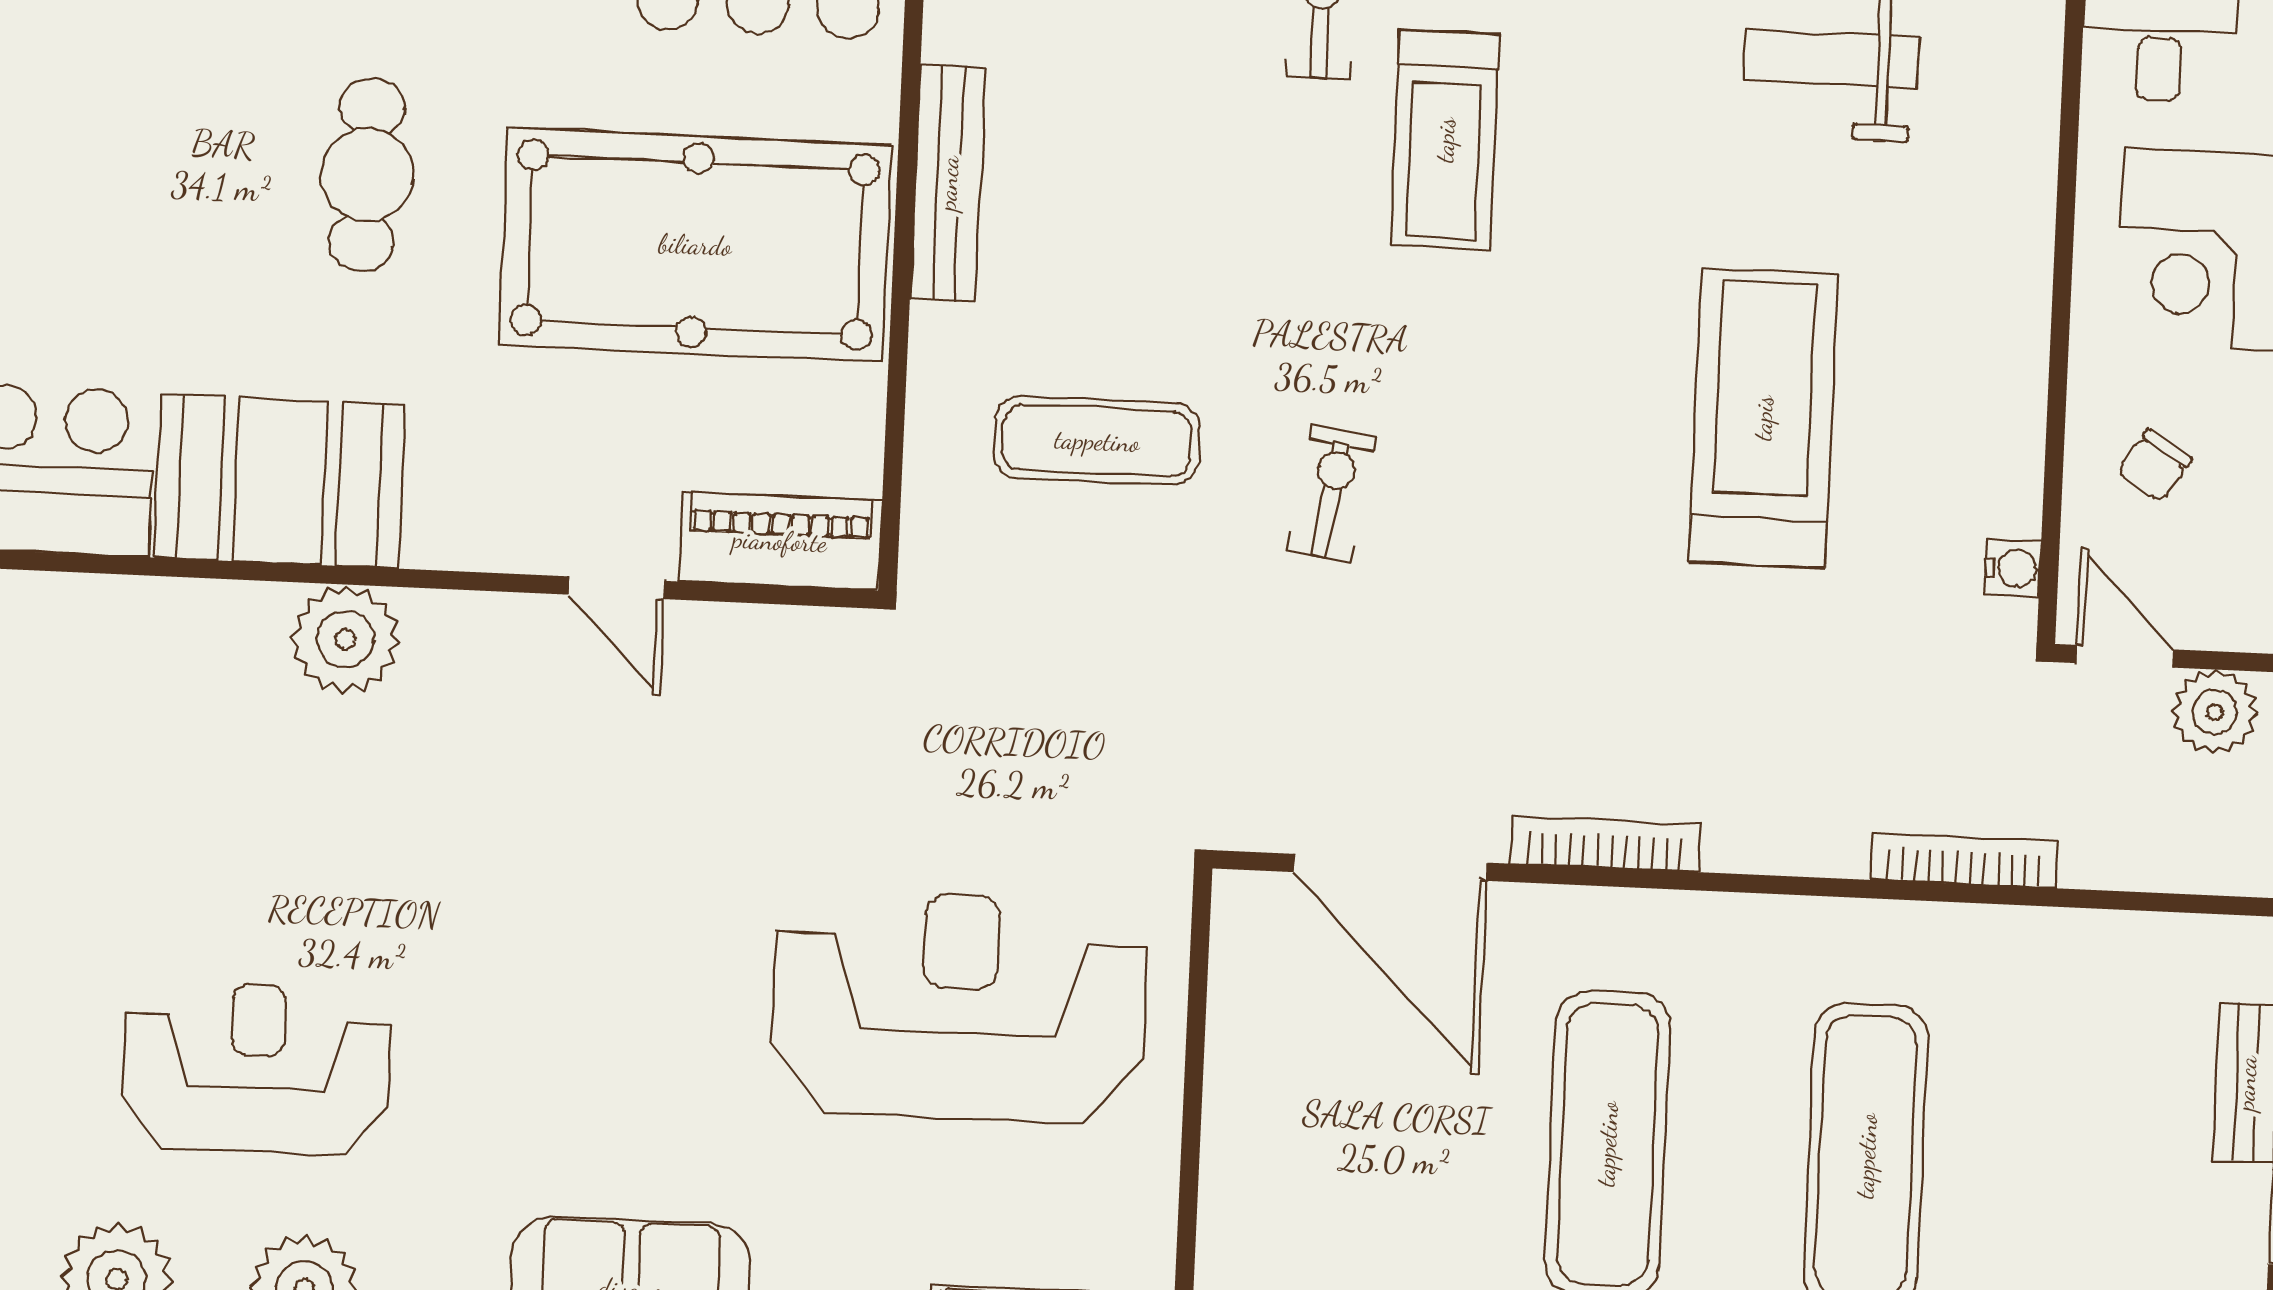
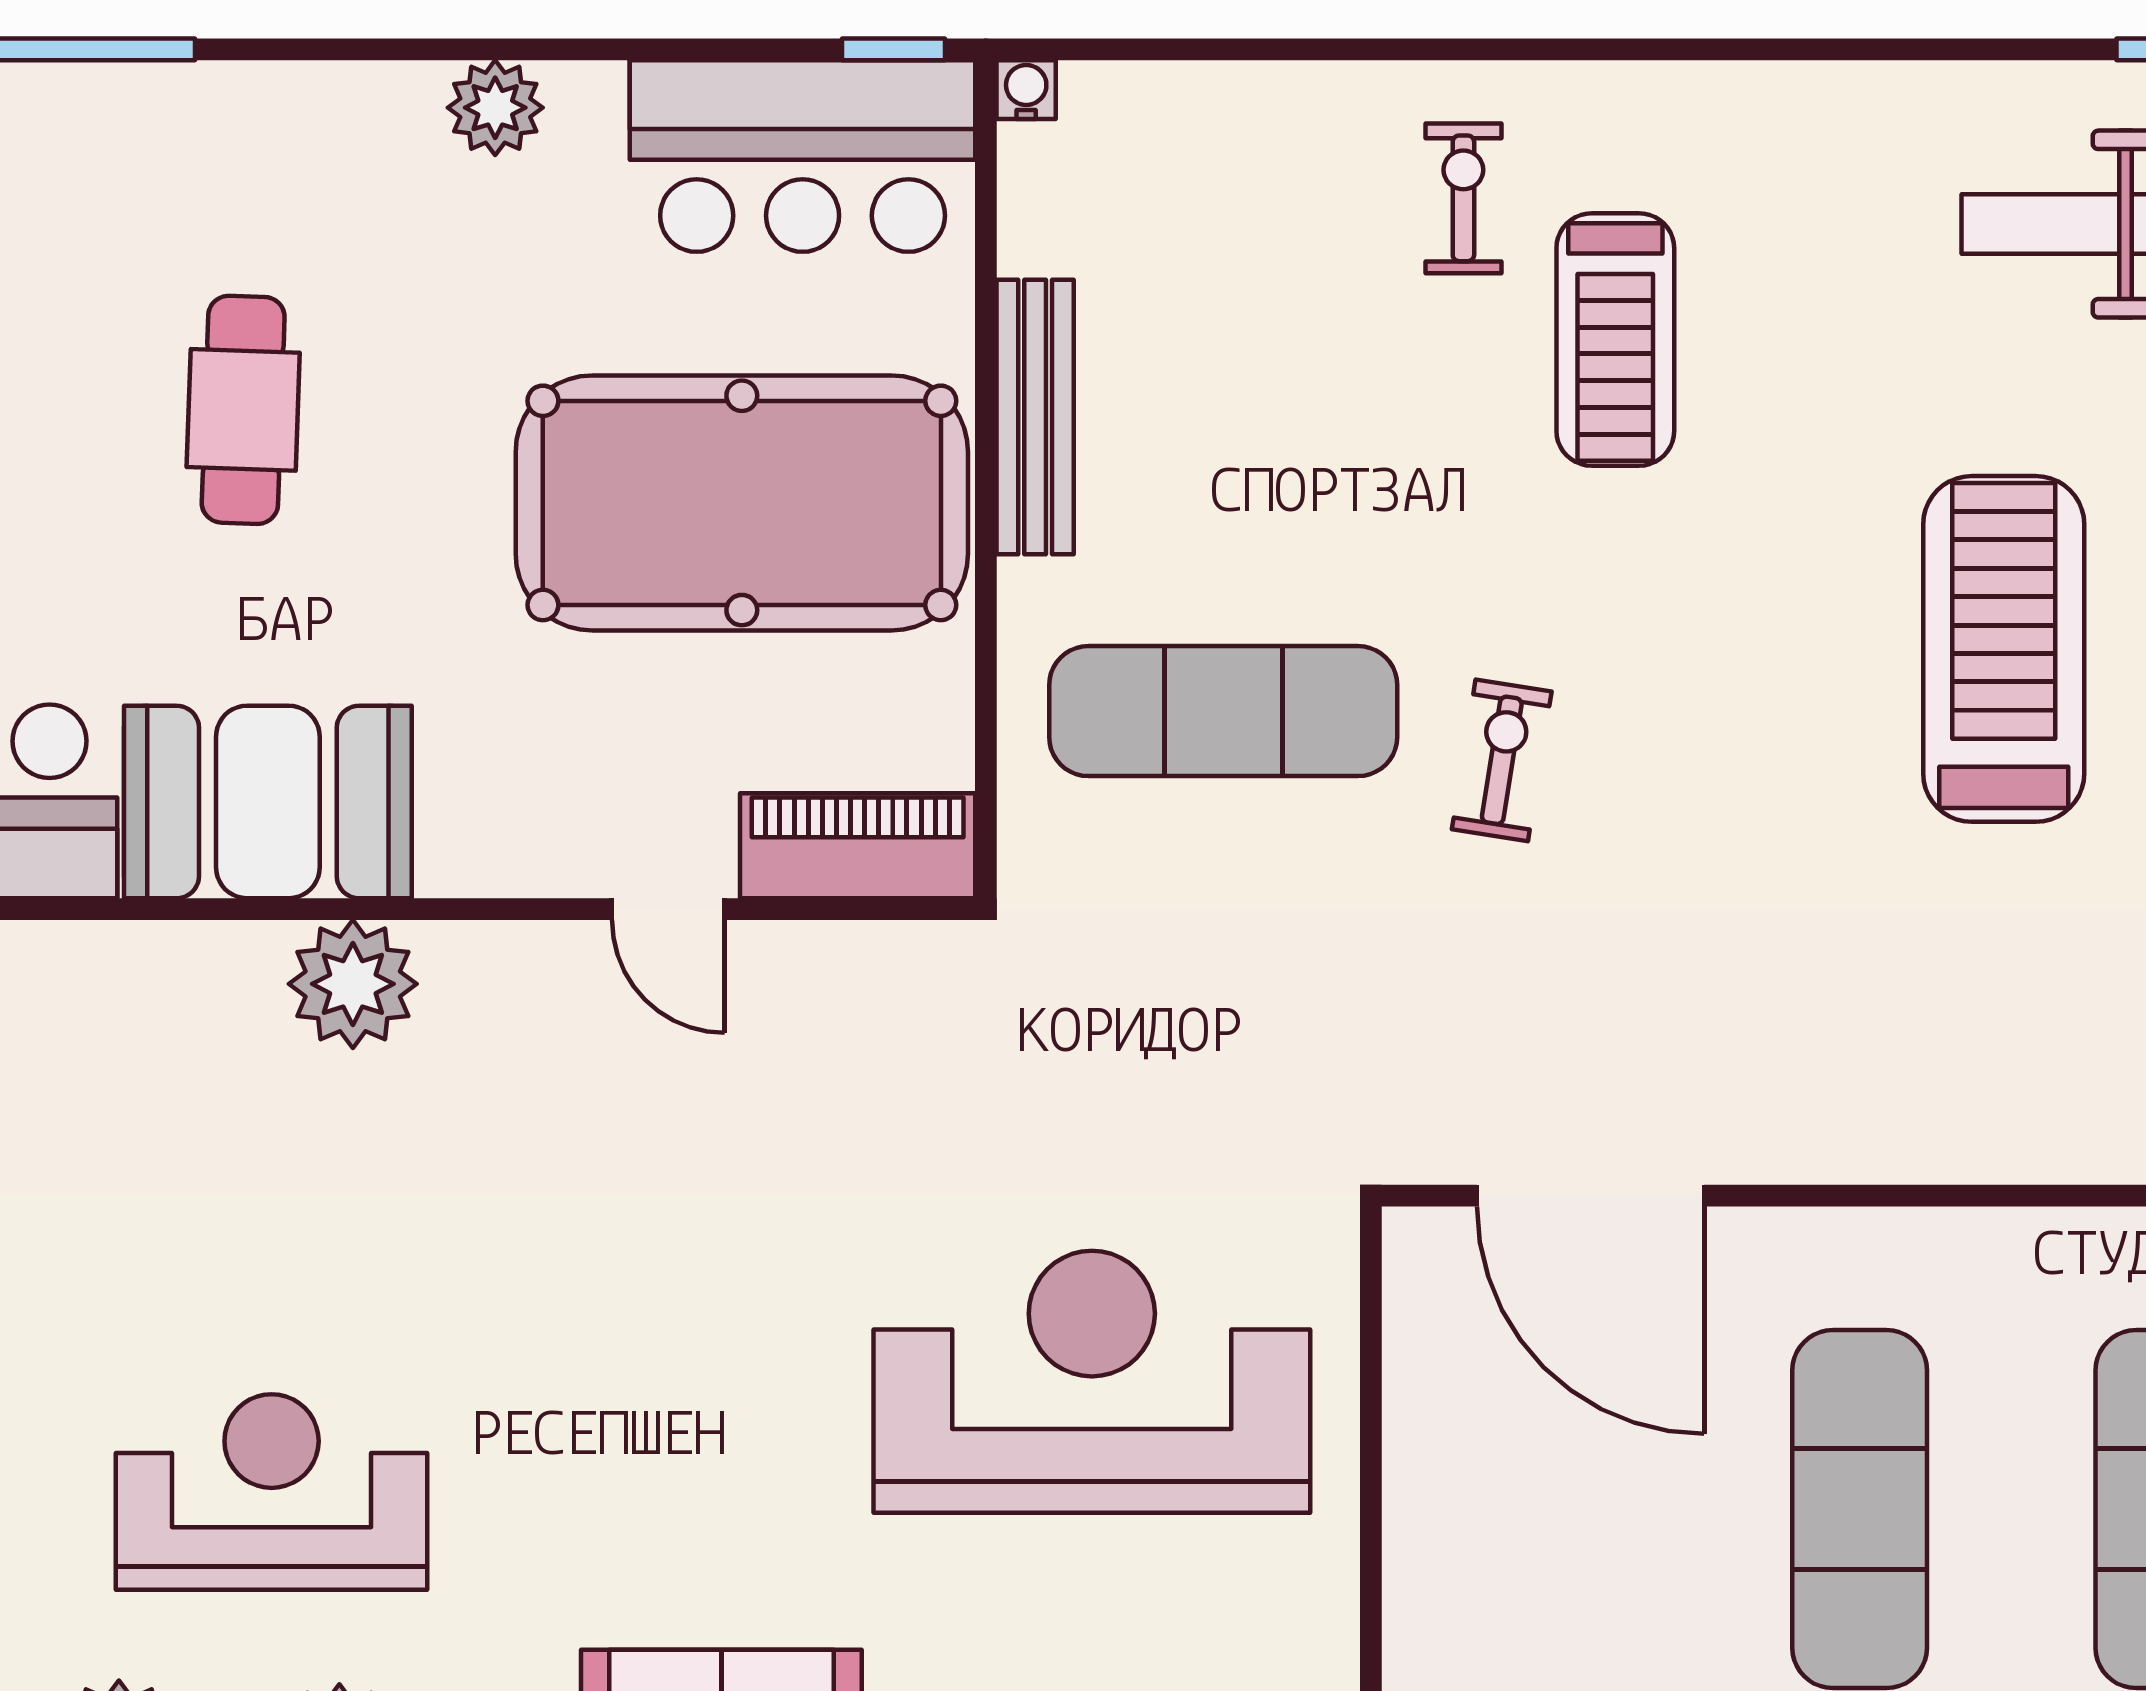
cafe table: (367, 175) -> (243, 410), moved
exercise mat: (1097, 441) -> (1223, 711), width x1.36, depth x1.45
bookcase: (1605, 844) -> (1841, 1157), removed

